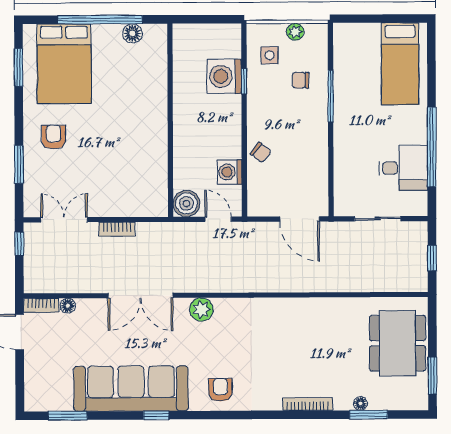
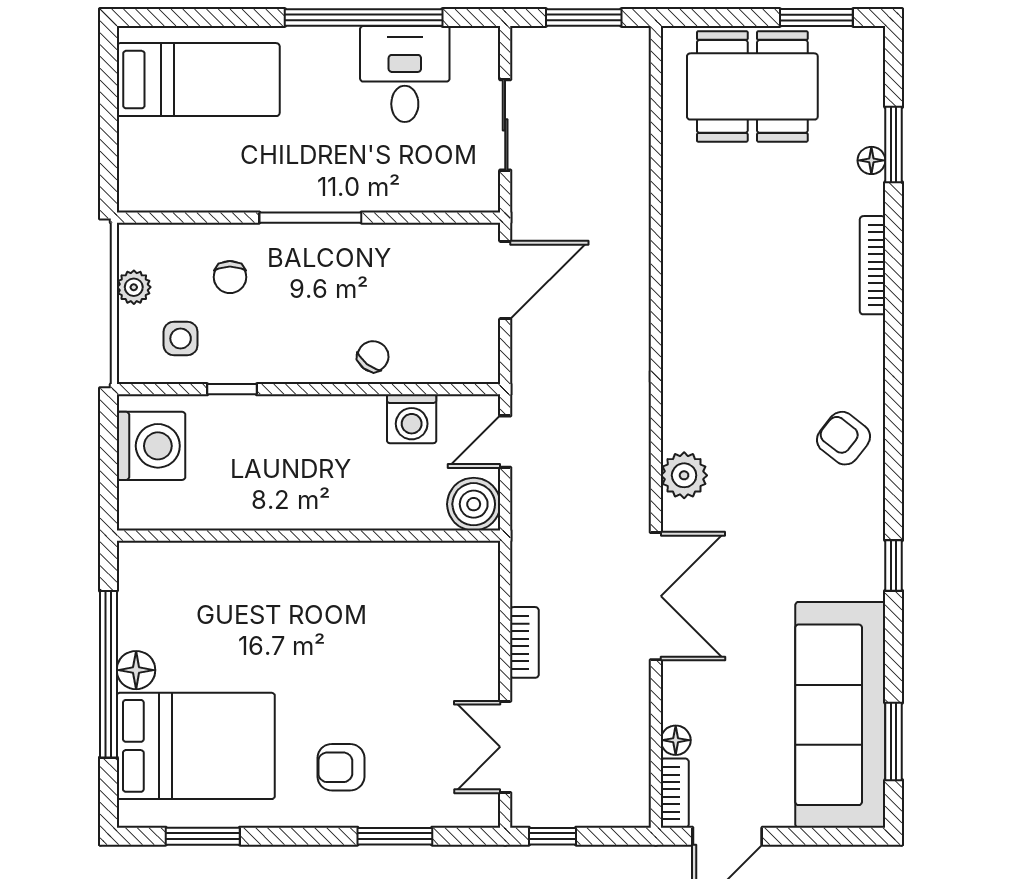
floor lamp: (132, 33) -> (136, 670), moved
washing machine: (224, 76) -> (151, 446), moved, turned -90
window: (331, 96) -> (310, 218), moved
window: (432, 258) -> (584, 18), width x1.50
sofa: (131, 389) -> (840, 715), moved
armchair: (220, 390) -> (843, 438), turned 38

